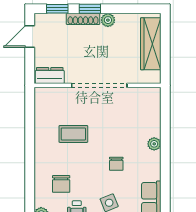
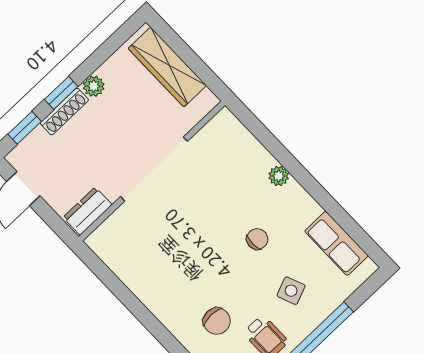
coffee table: (73, 134) -> (177, 252), removed
chair: (116, 164) -> (257, 239), turned -90

